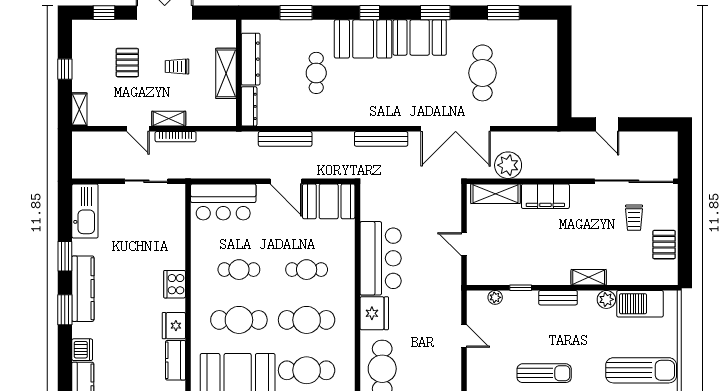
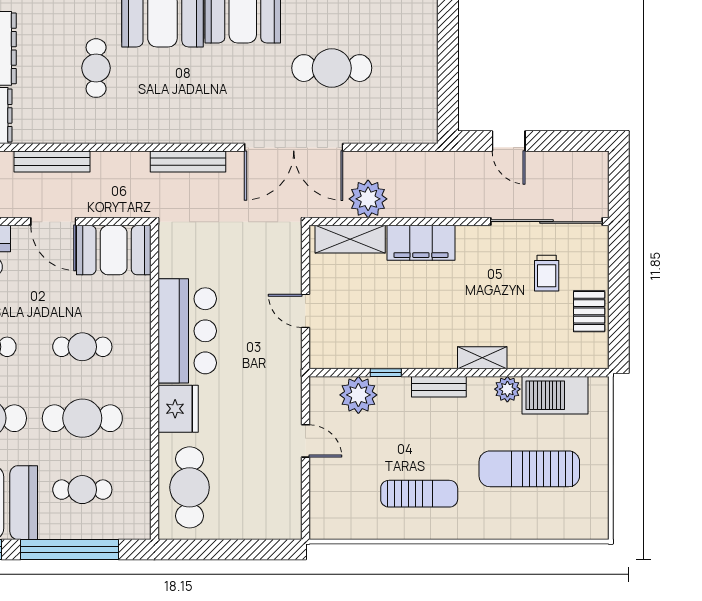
cafe table: (483, 73) -> (332, 68), turned 90
plant: (495, 297) -> (358, 395), width x1.88, depth x1.88
cafe table: (307, 370) -> (82, 490), width x0.73, depth x0.74
sun lounger: (641, 370) -> (529, 469), moved, turned 180

